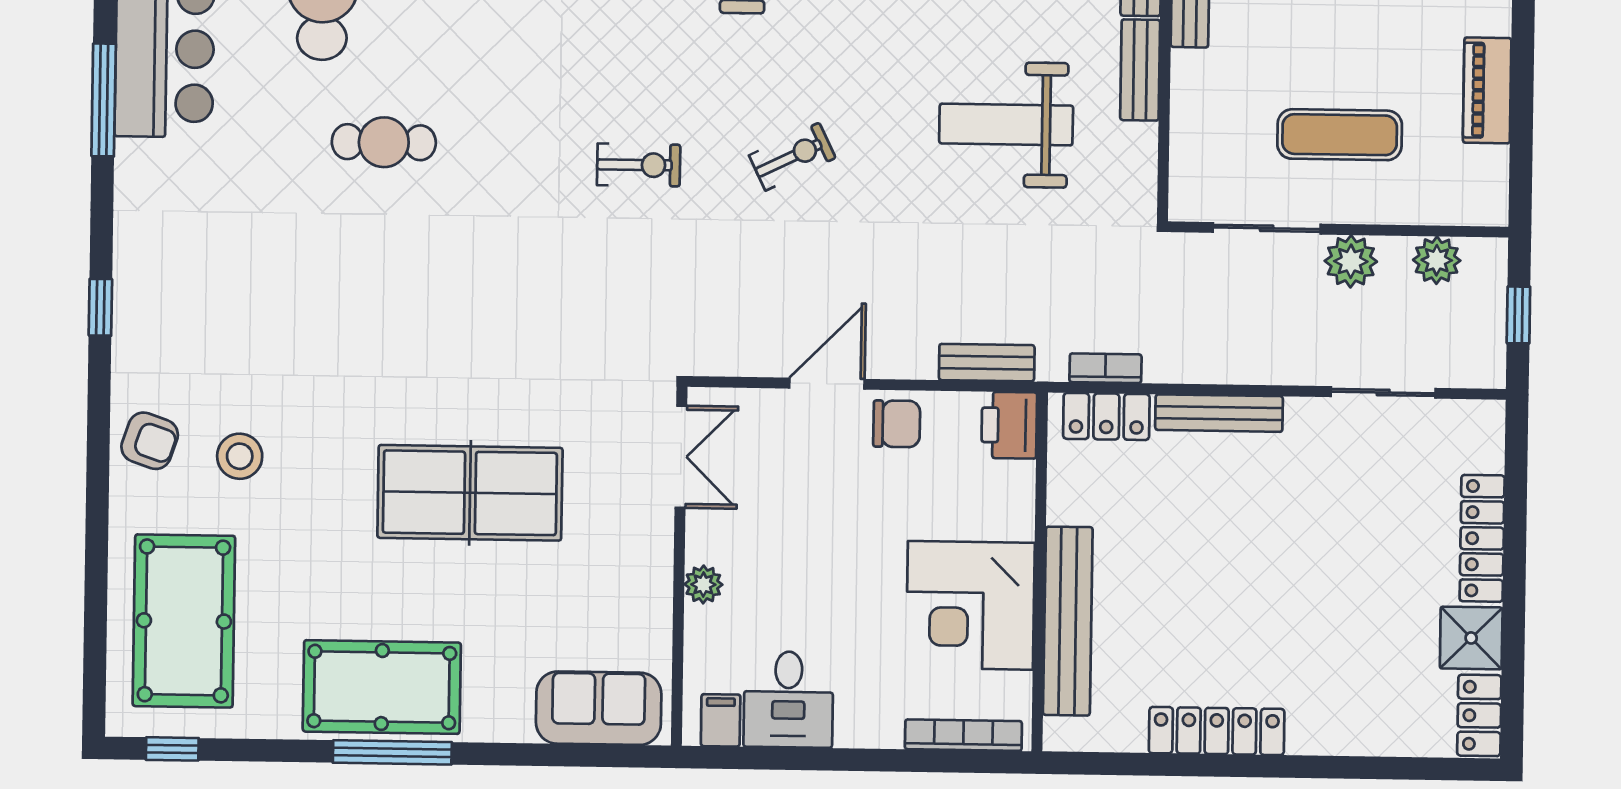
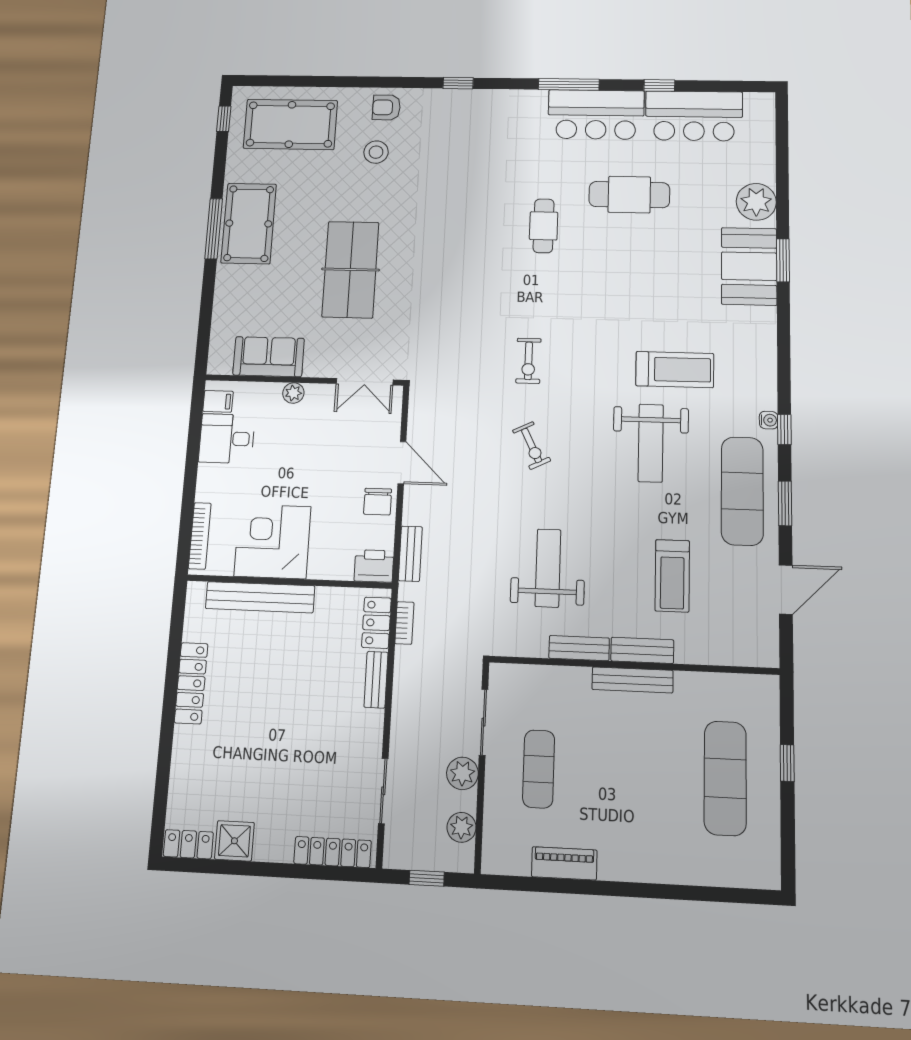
bench: (1219, 413) -> (376, 680), width x0.73
armchair: (150, 441) -> (386, 107), turned 71
locker: (1482, 538) -> (333, 852), moved
sofa: (599, 708) -> (269, 357), moved, turned -90

